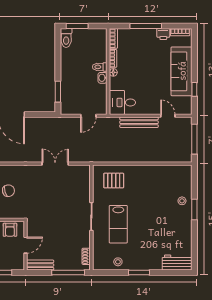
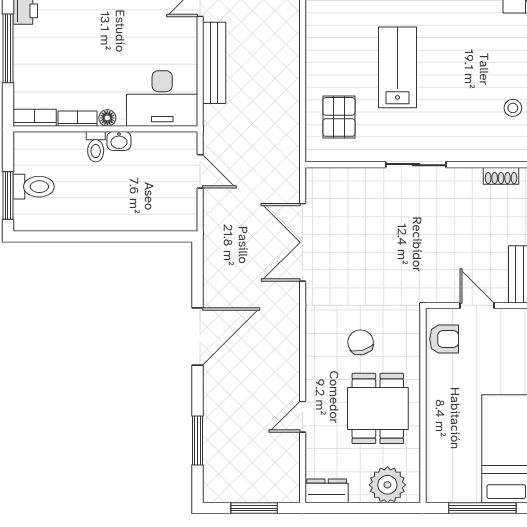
toilet: (66, 38) -> (34, 187), moved
window: (58, 92) -> (148, 236), removed
desk: (122, 102) -> (162, 98), width x1.37
double door: (55, 164) -> (303, 242), width x1.37
lab bench: (118, 224) -> (398, 67), moved, turned -90

